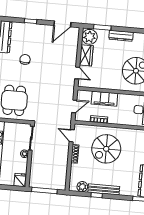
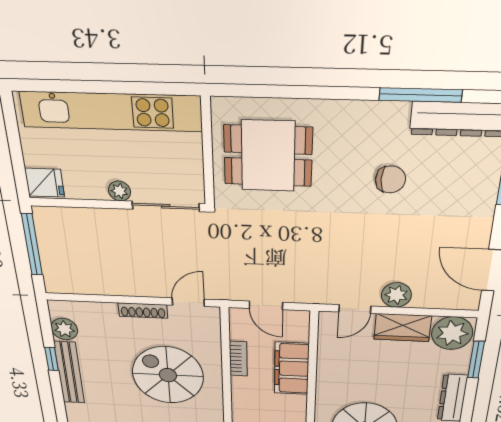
plant: (72, 58) -> (396, 295), added

